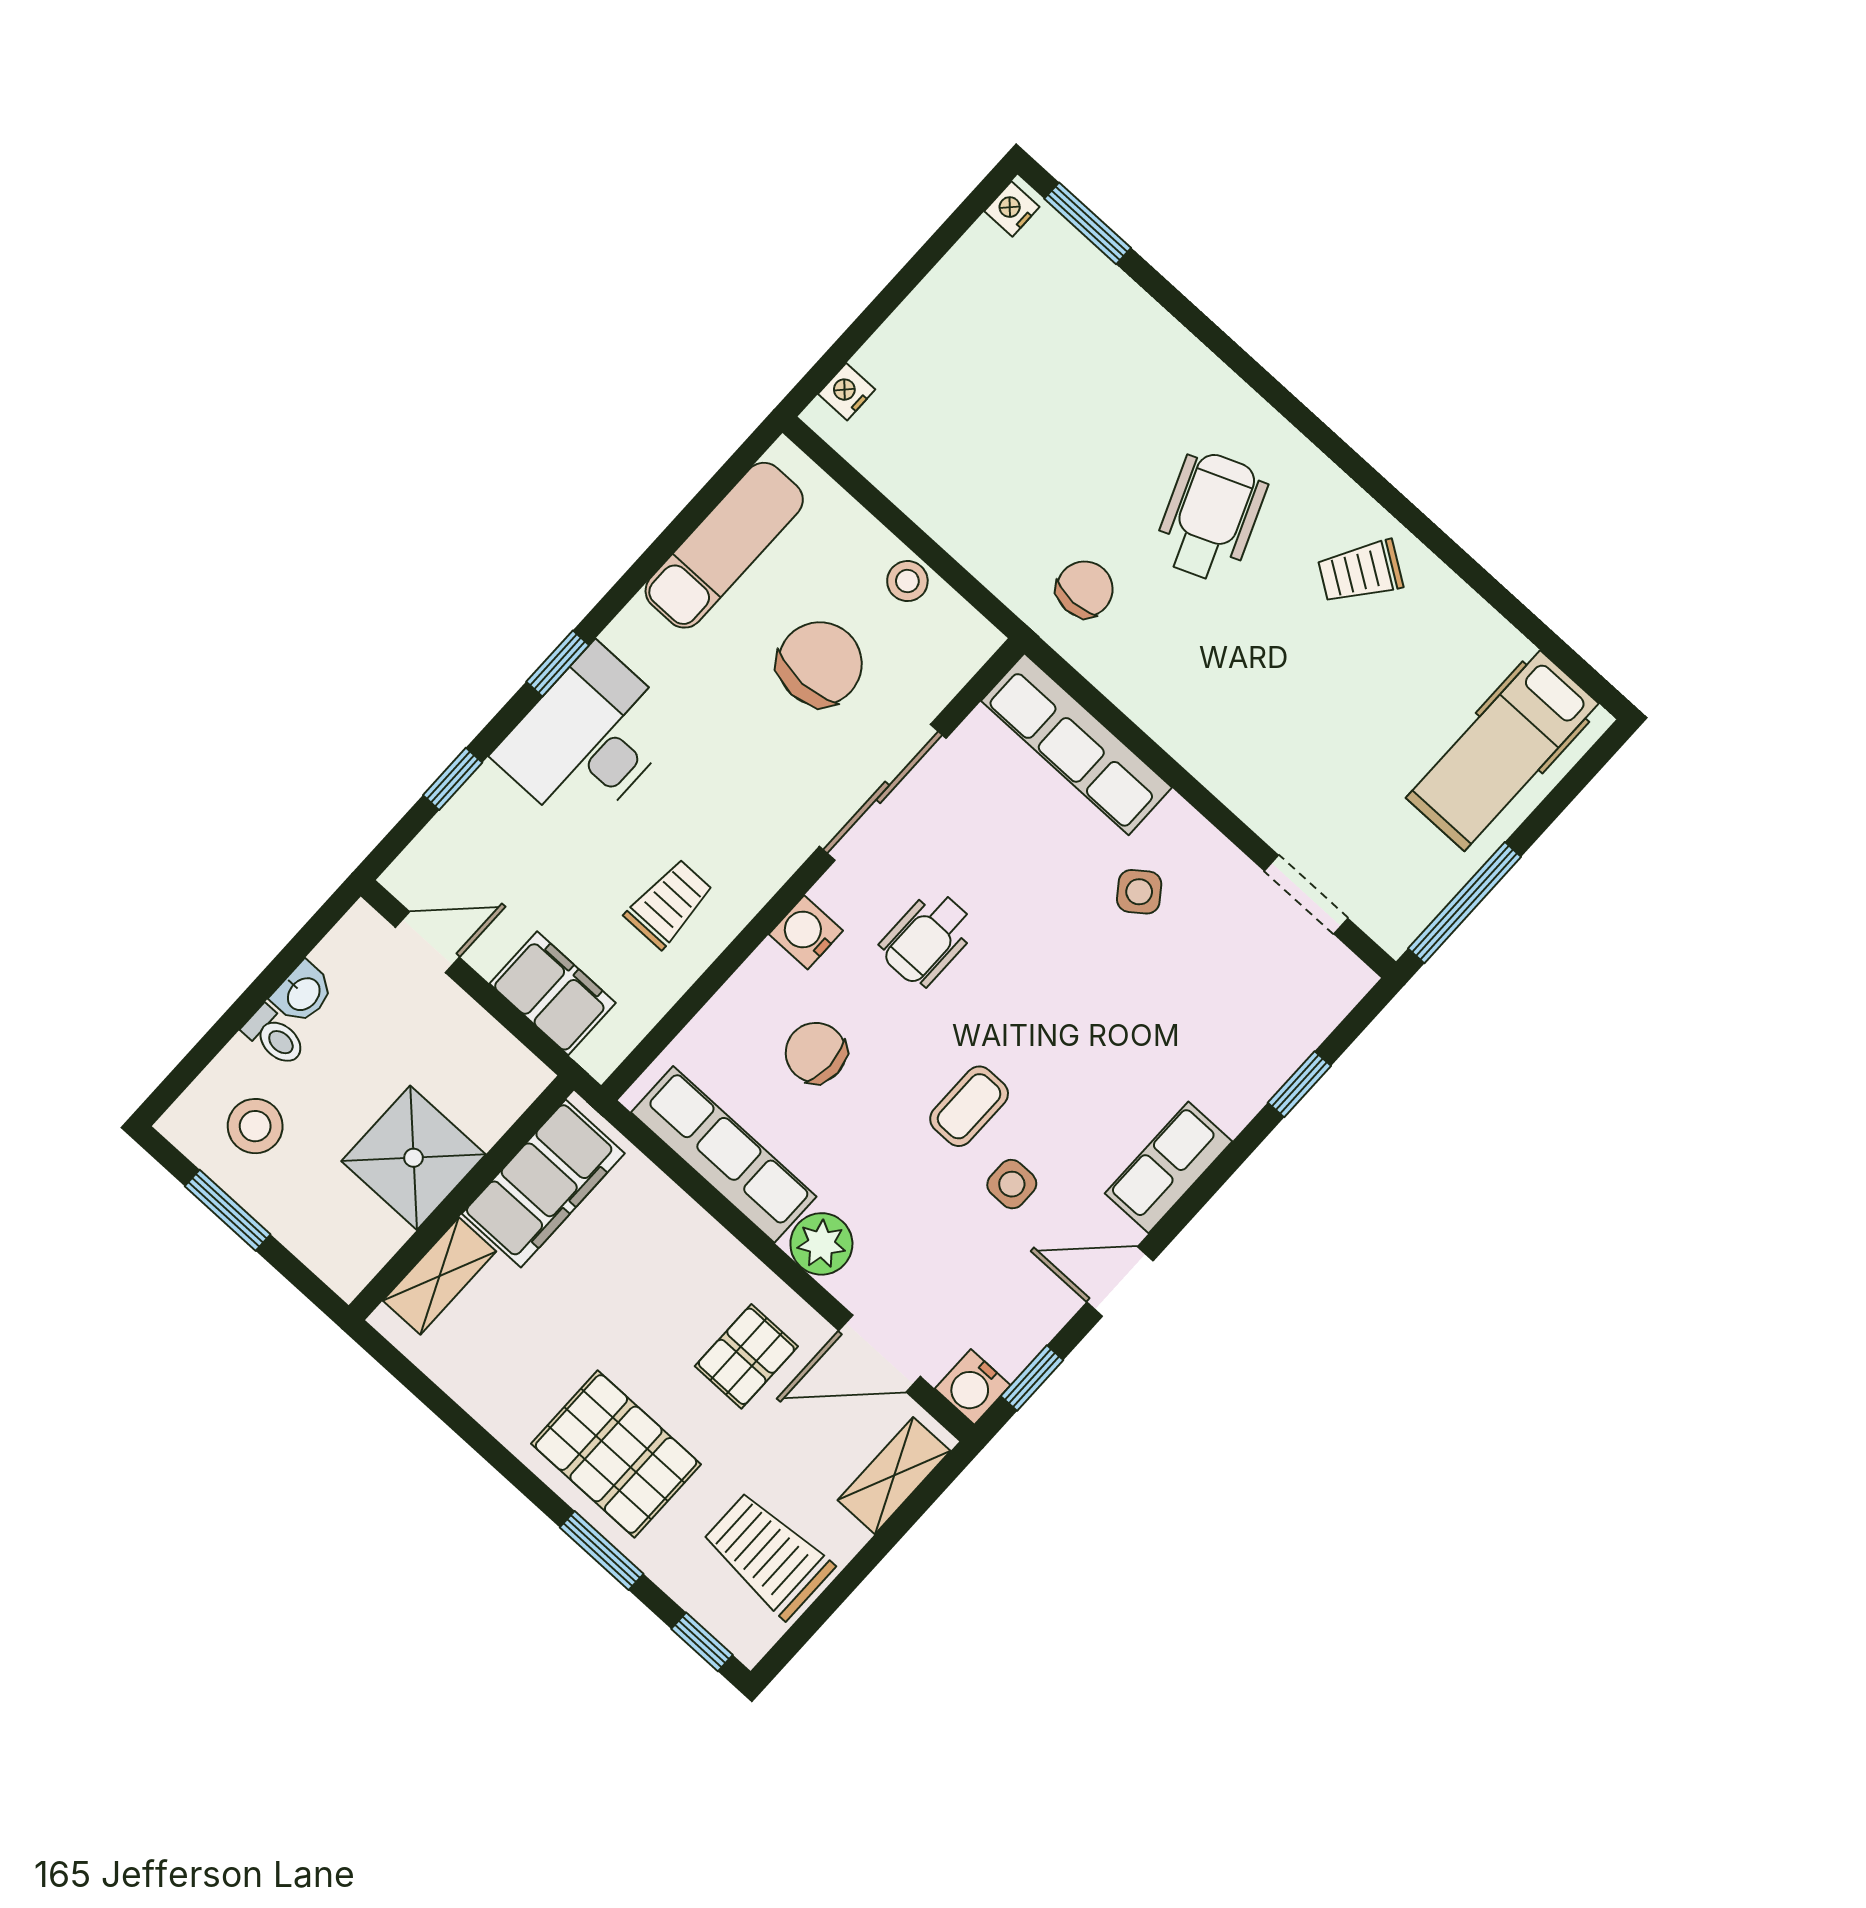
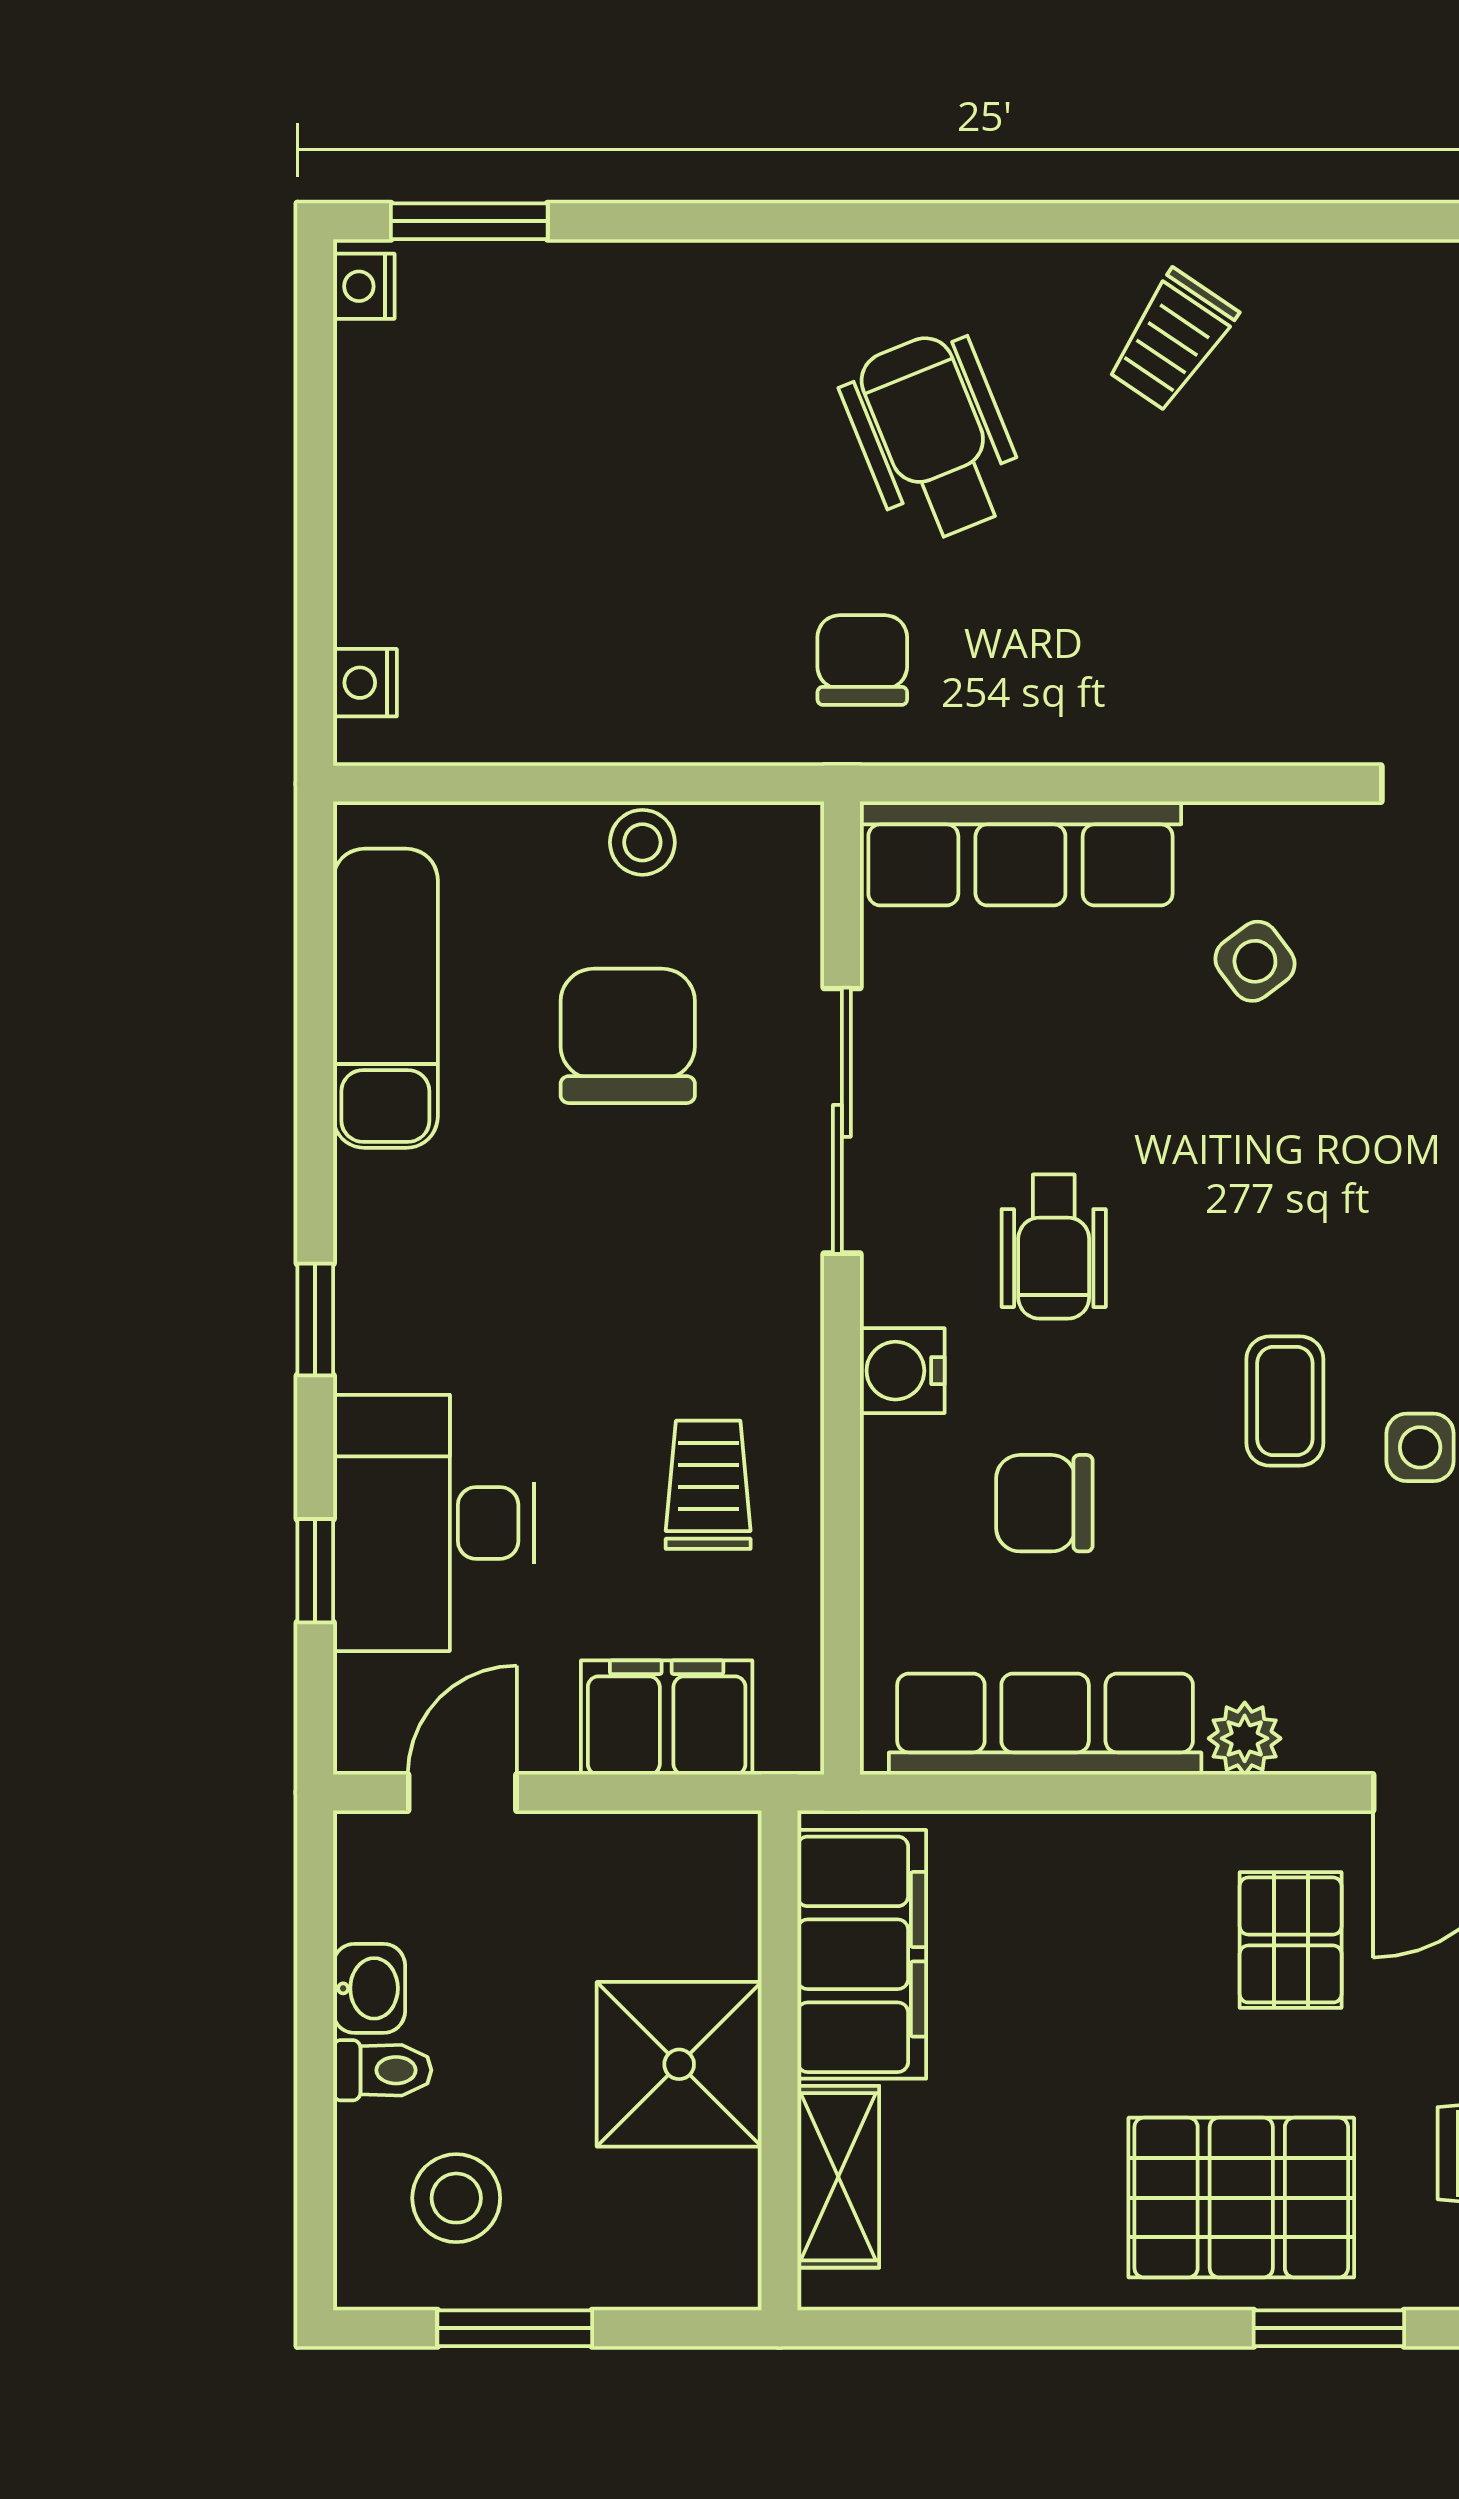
desk: (588, 739) -> (434, 1523), moved
plant: (821, 1244) -> (1245, 1738), width x0.73, depth x0.73

